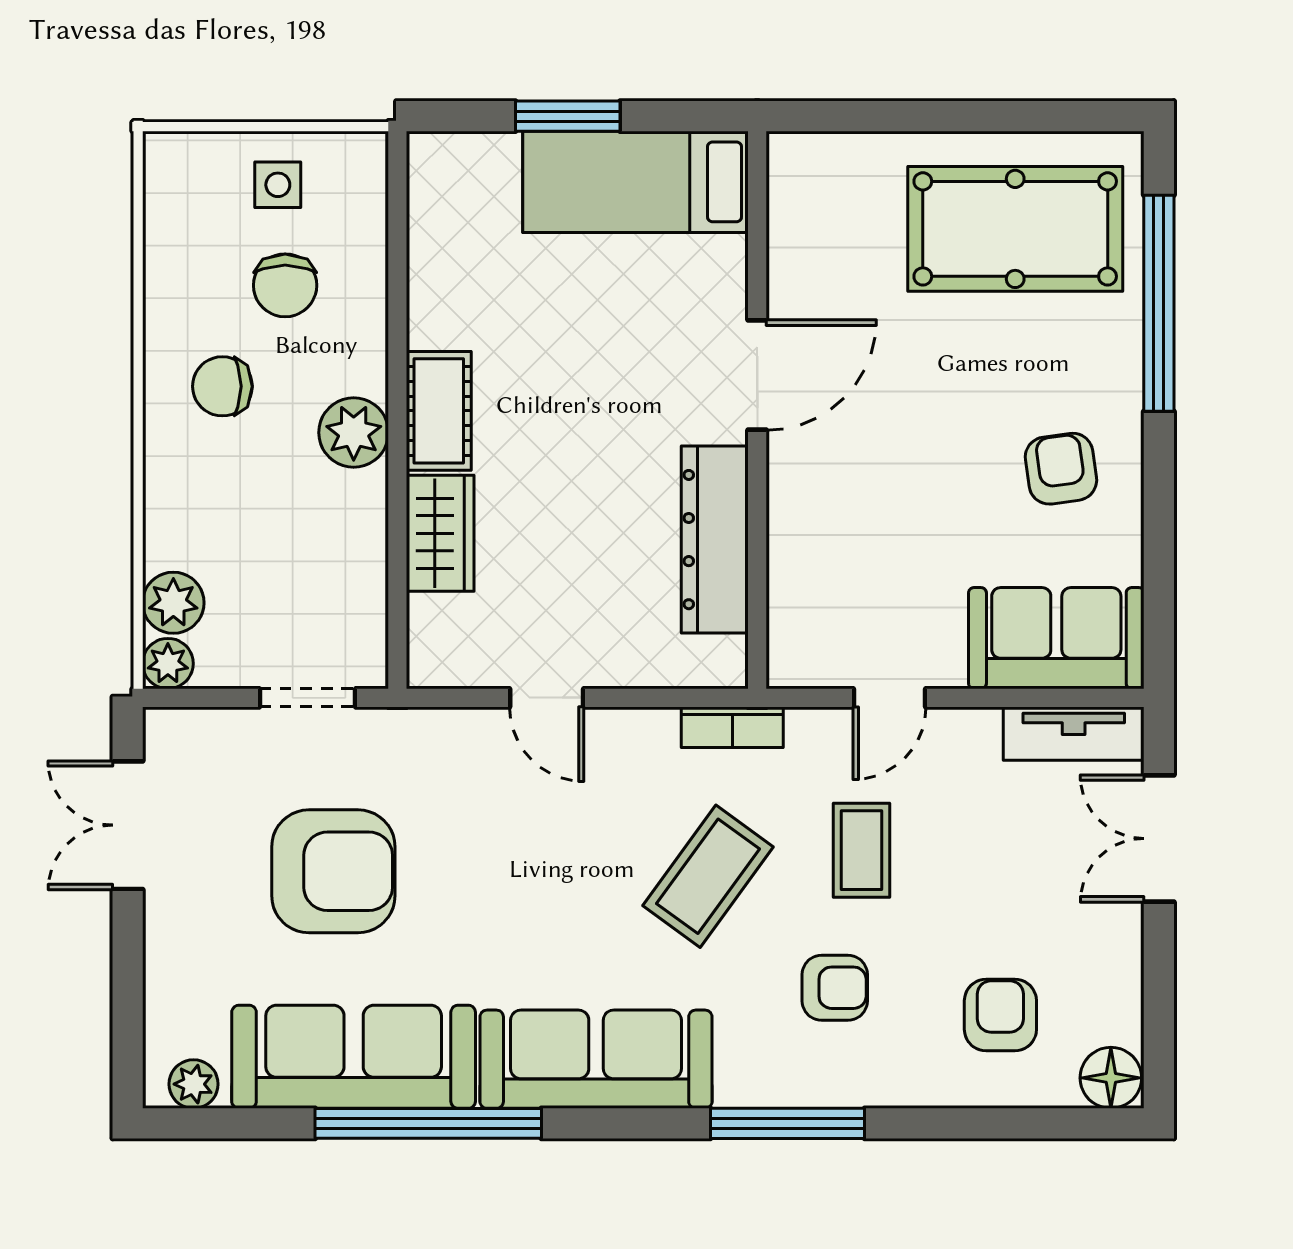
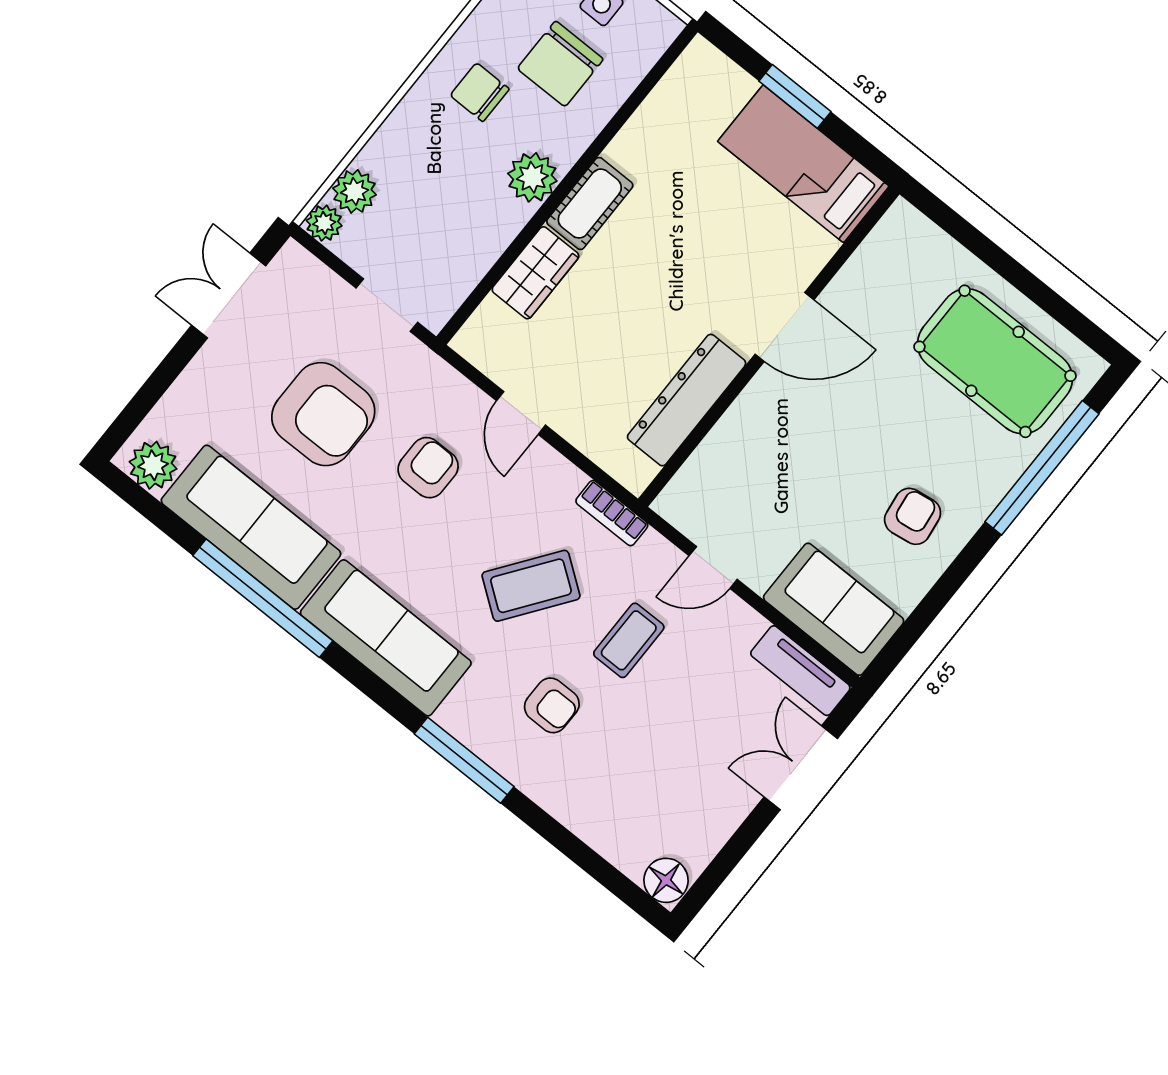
chair: (285, 285) -> (560, 64), width x1.37, depth x1.37
armchair: (1000, 1015) -> (428, 468), moved
plant: (194, 1084) -> (153, 465), width x1.38, depth x1.38

